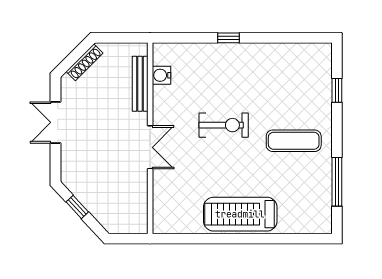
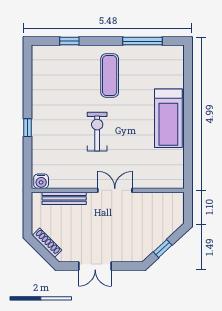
water cooler: (162, 75) -> (41, 181), moved

